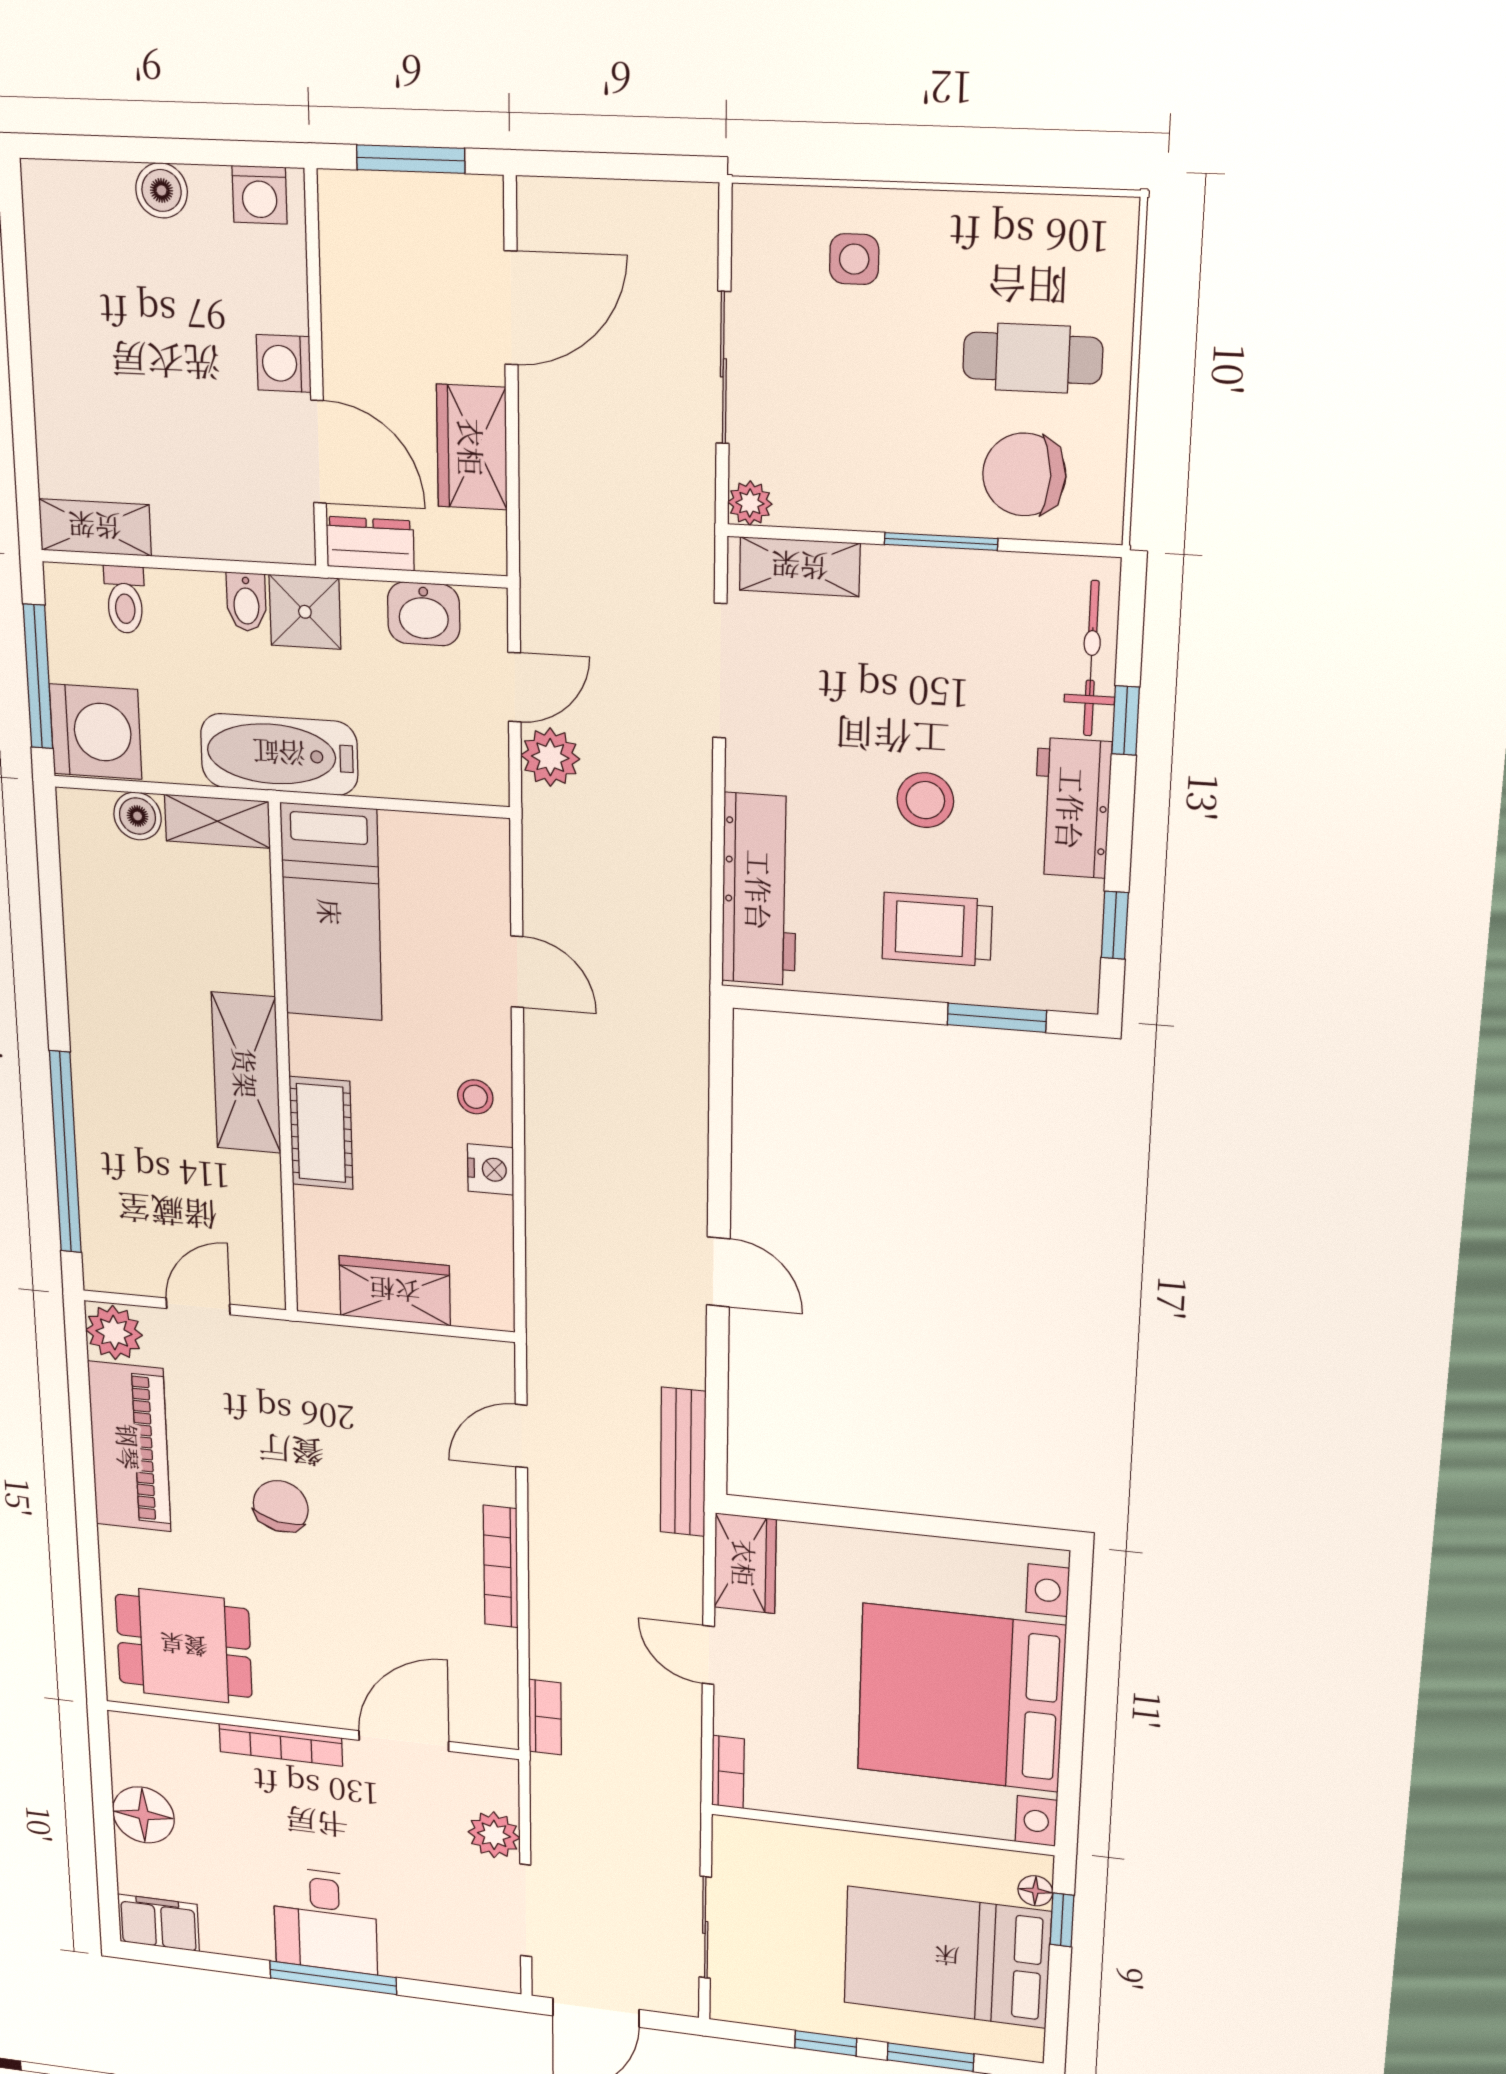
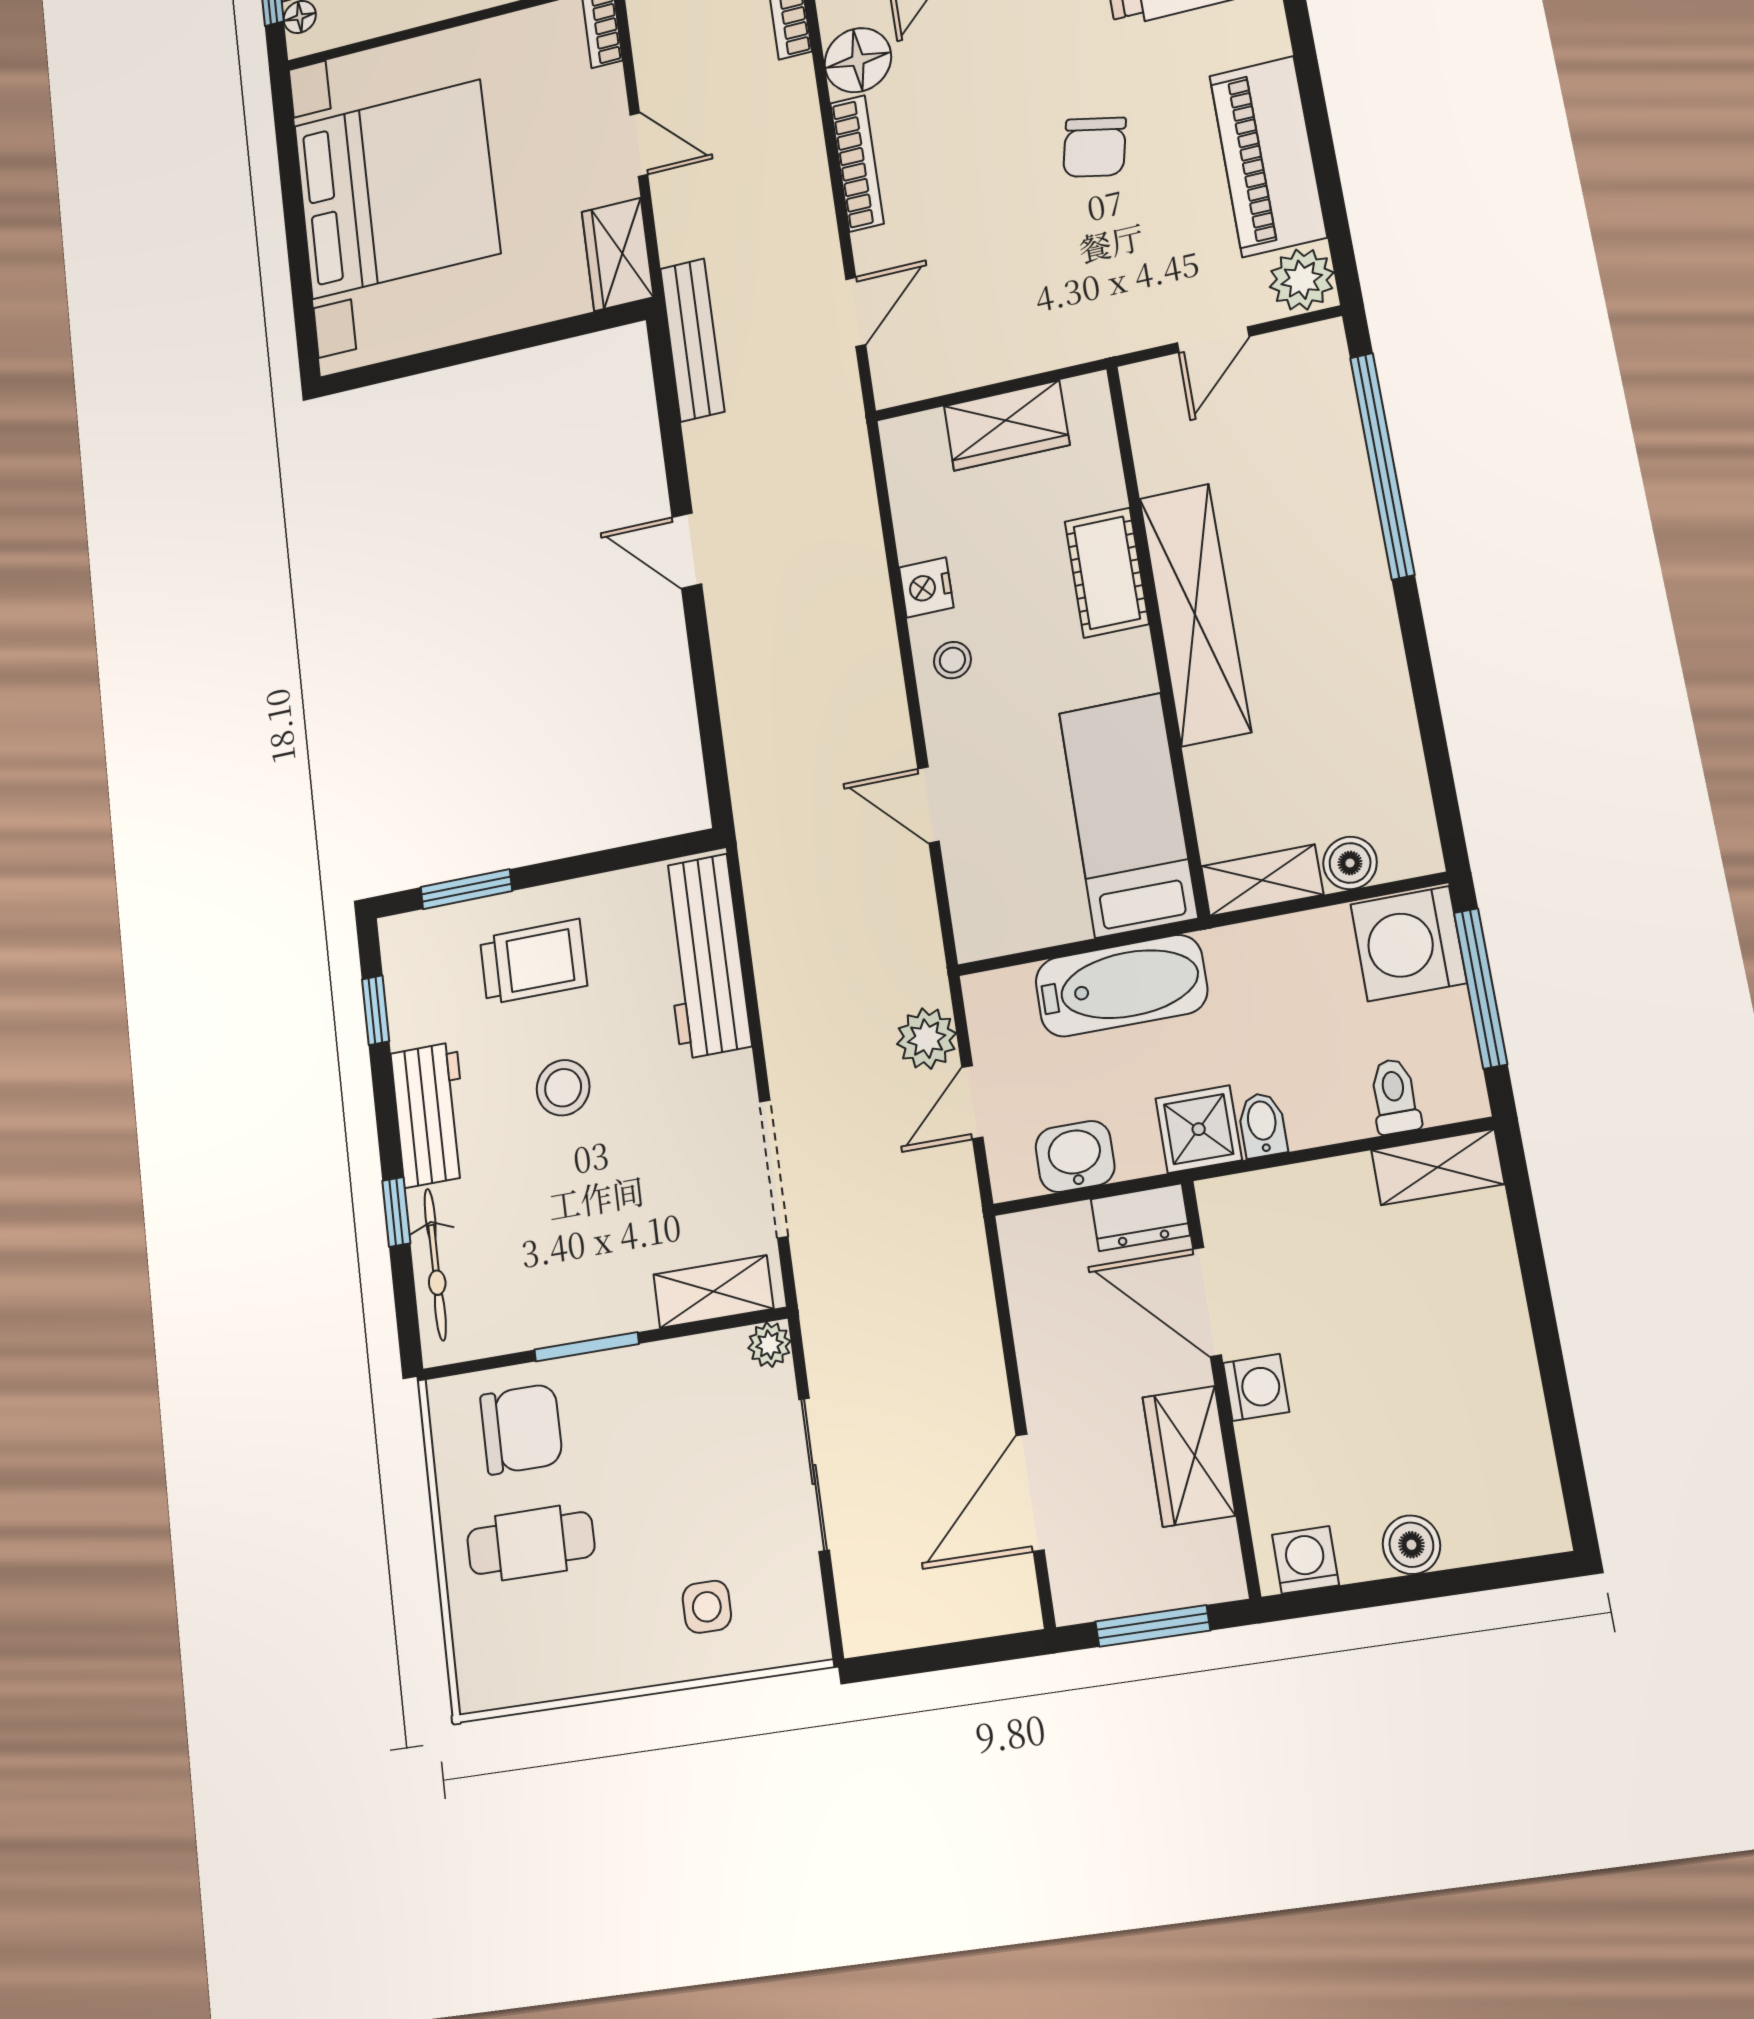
wardrobe: (472, 447) -> (1189, 1456), moved, turned 180
bathtub: (279, 754) -> (1121, 986), moved
shelving: (246, 1073) -> (1195, 614), width x1.47
floor lamp: (487, 1656) -> (858, 60), added

